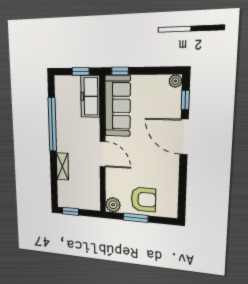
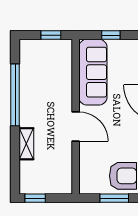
window: (120, 71) -> (111, 35), moved
freezer: (90, 96) -> (62, 62), removed
plant: (113, 205) -> (88, 185), removed

